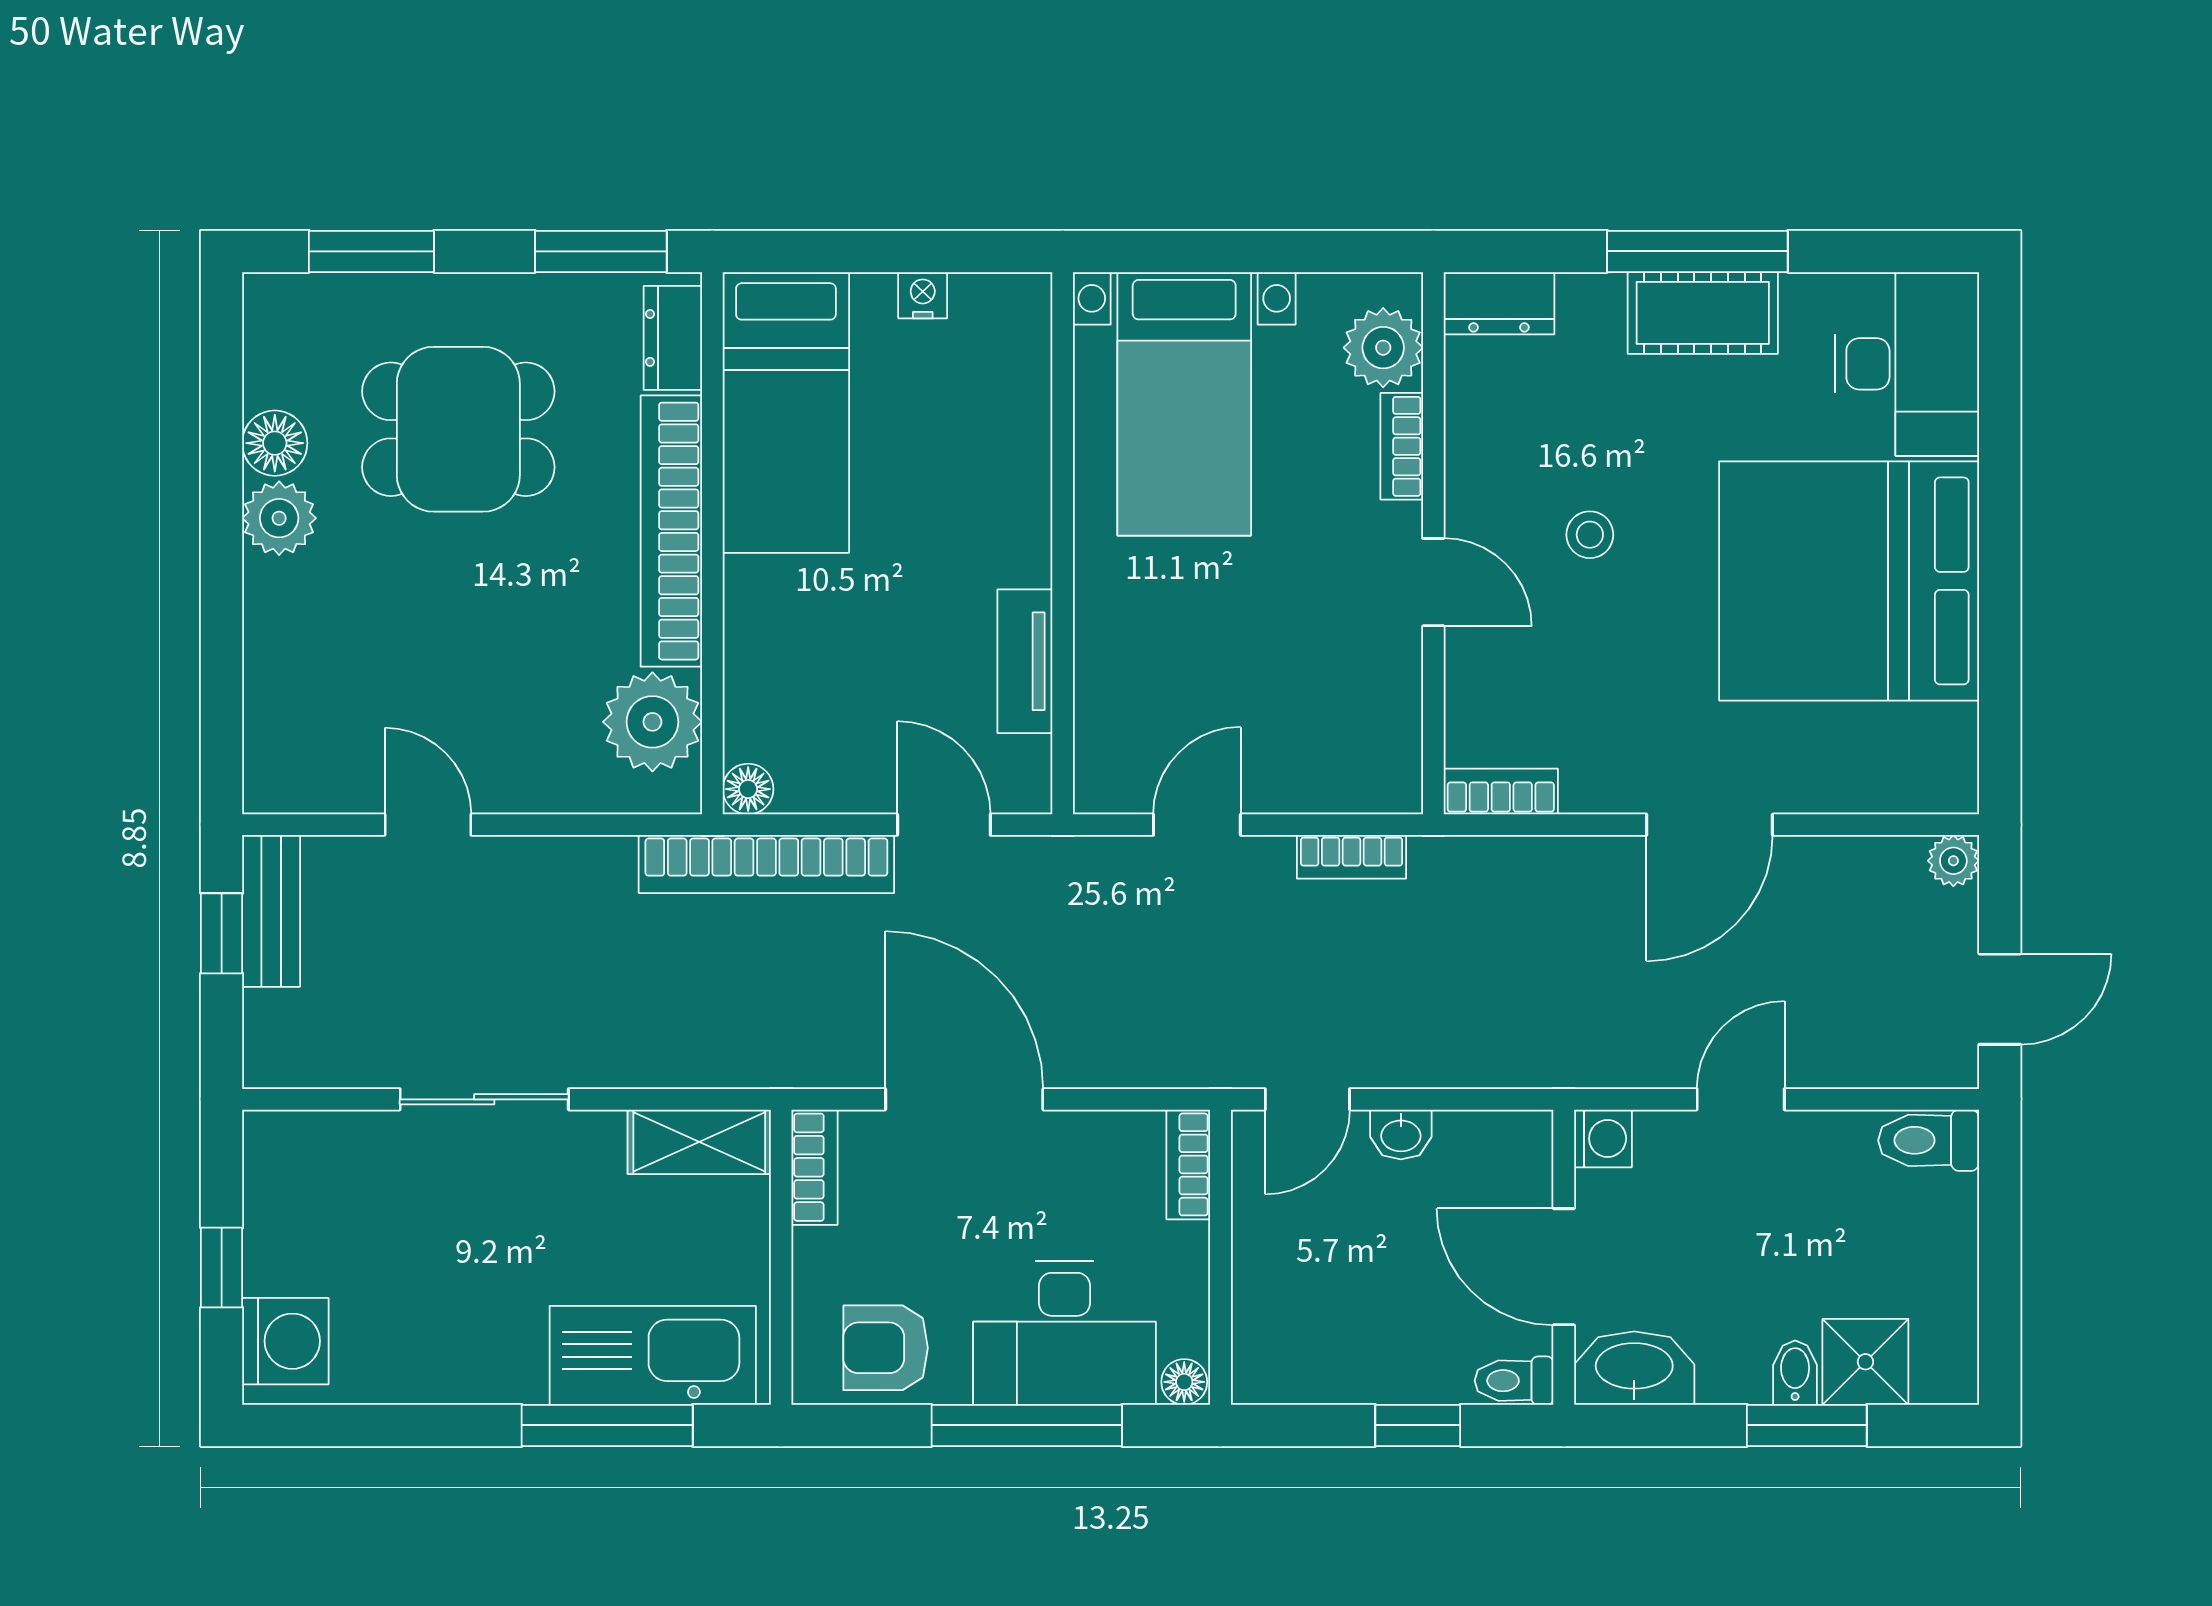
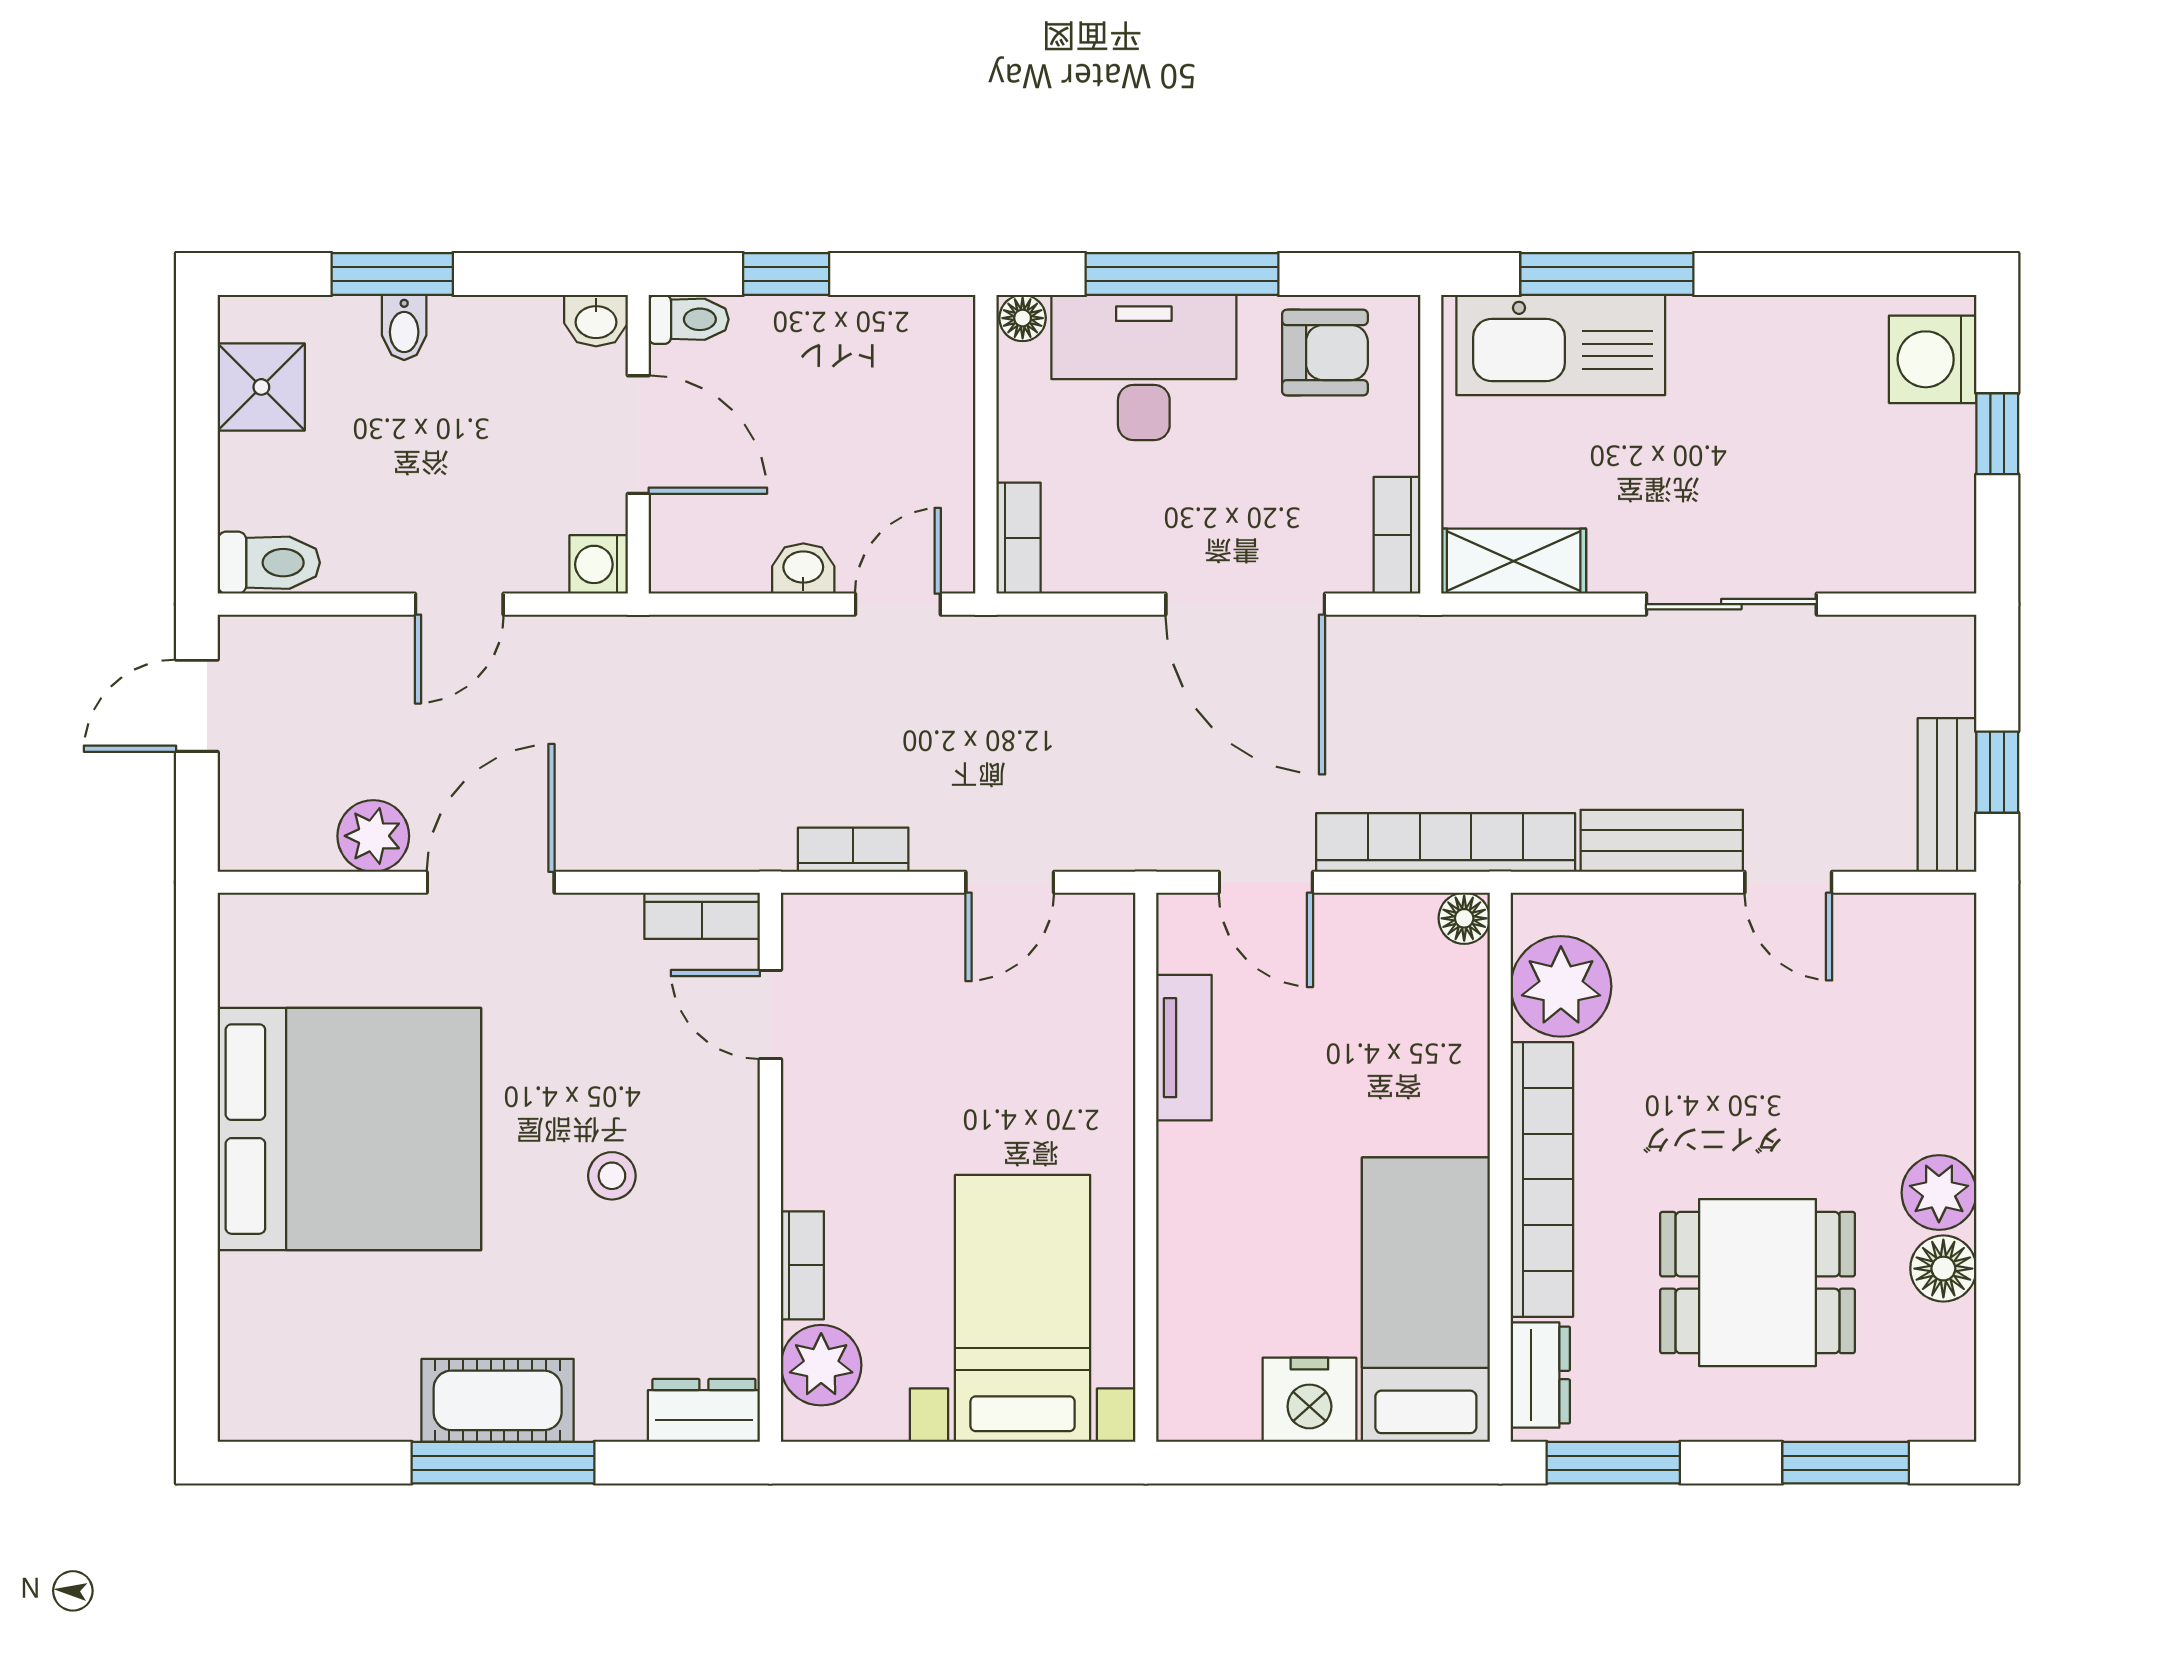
nightstand: (923, 295) -> (1309, 1400), width x1.89, depth x1.79
desk: (1907, 364) -> (291, 1349), removed
door: (1433, 582) -> (770, 1014), moved
plant: (1953, 861) -> (373, 836), moved, width x1.38, depth x1.38
bench: (553, 866) -> (1662, 841), added
shower: (1865, 1362) -> (261, 387), moved
washbasin: (1634, 1368) -> (596, 321), width x0.52, depth x0.69

